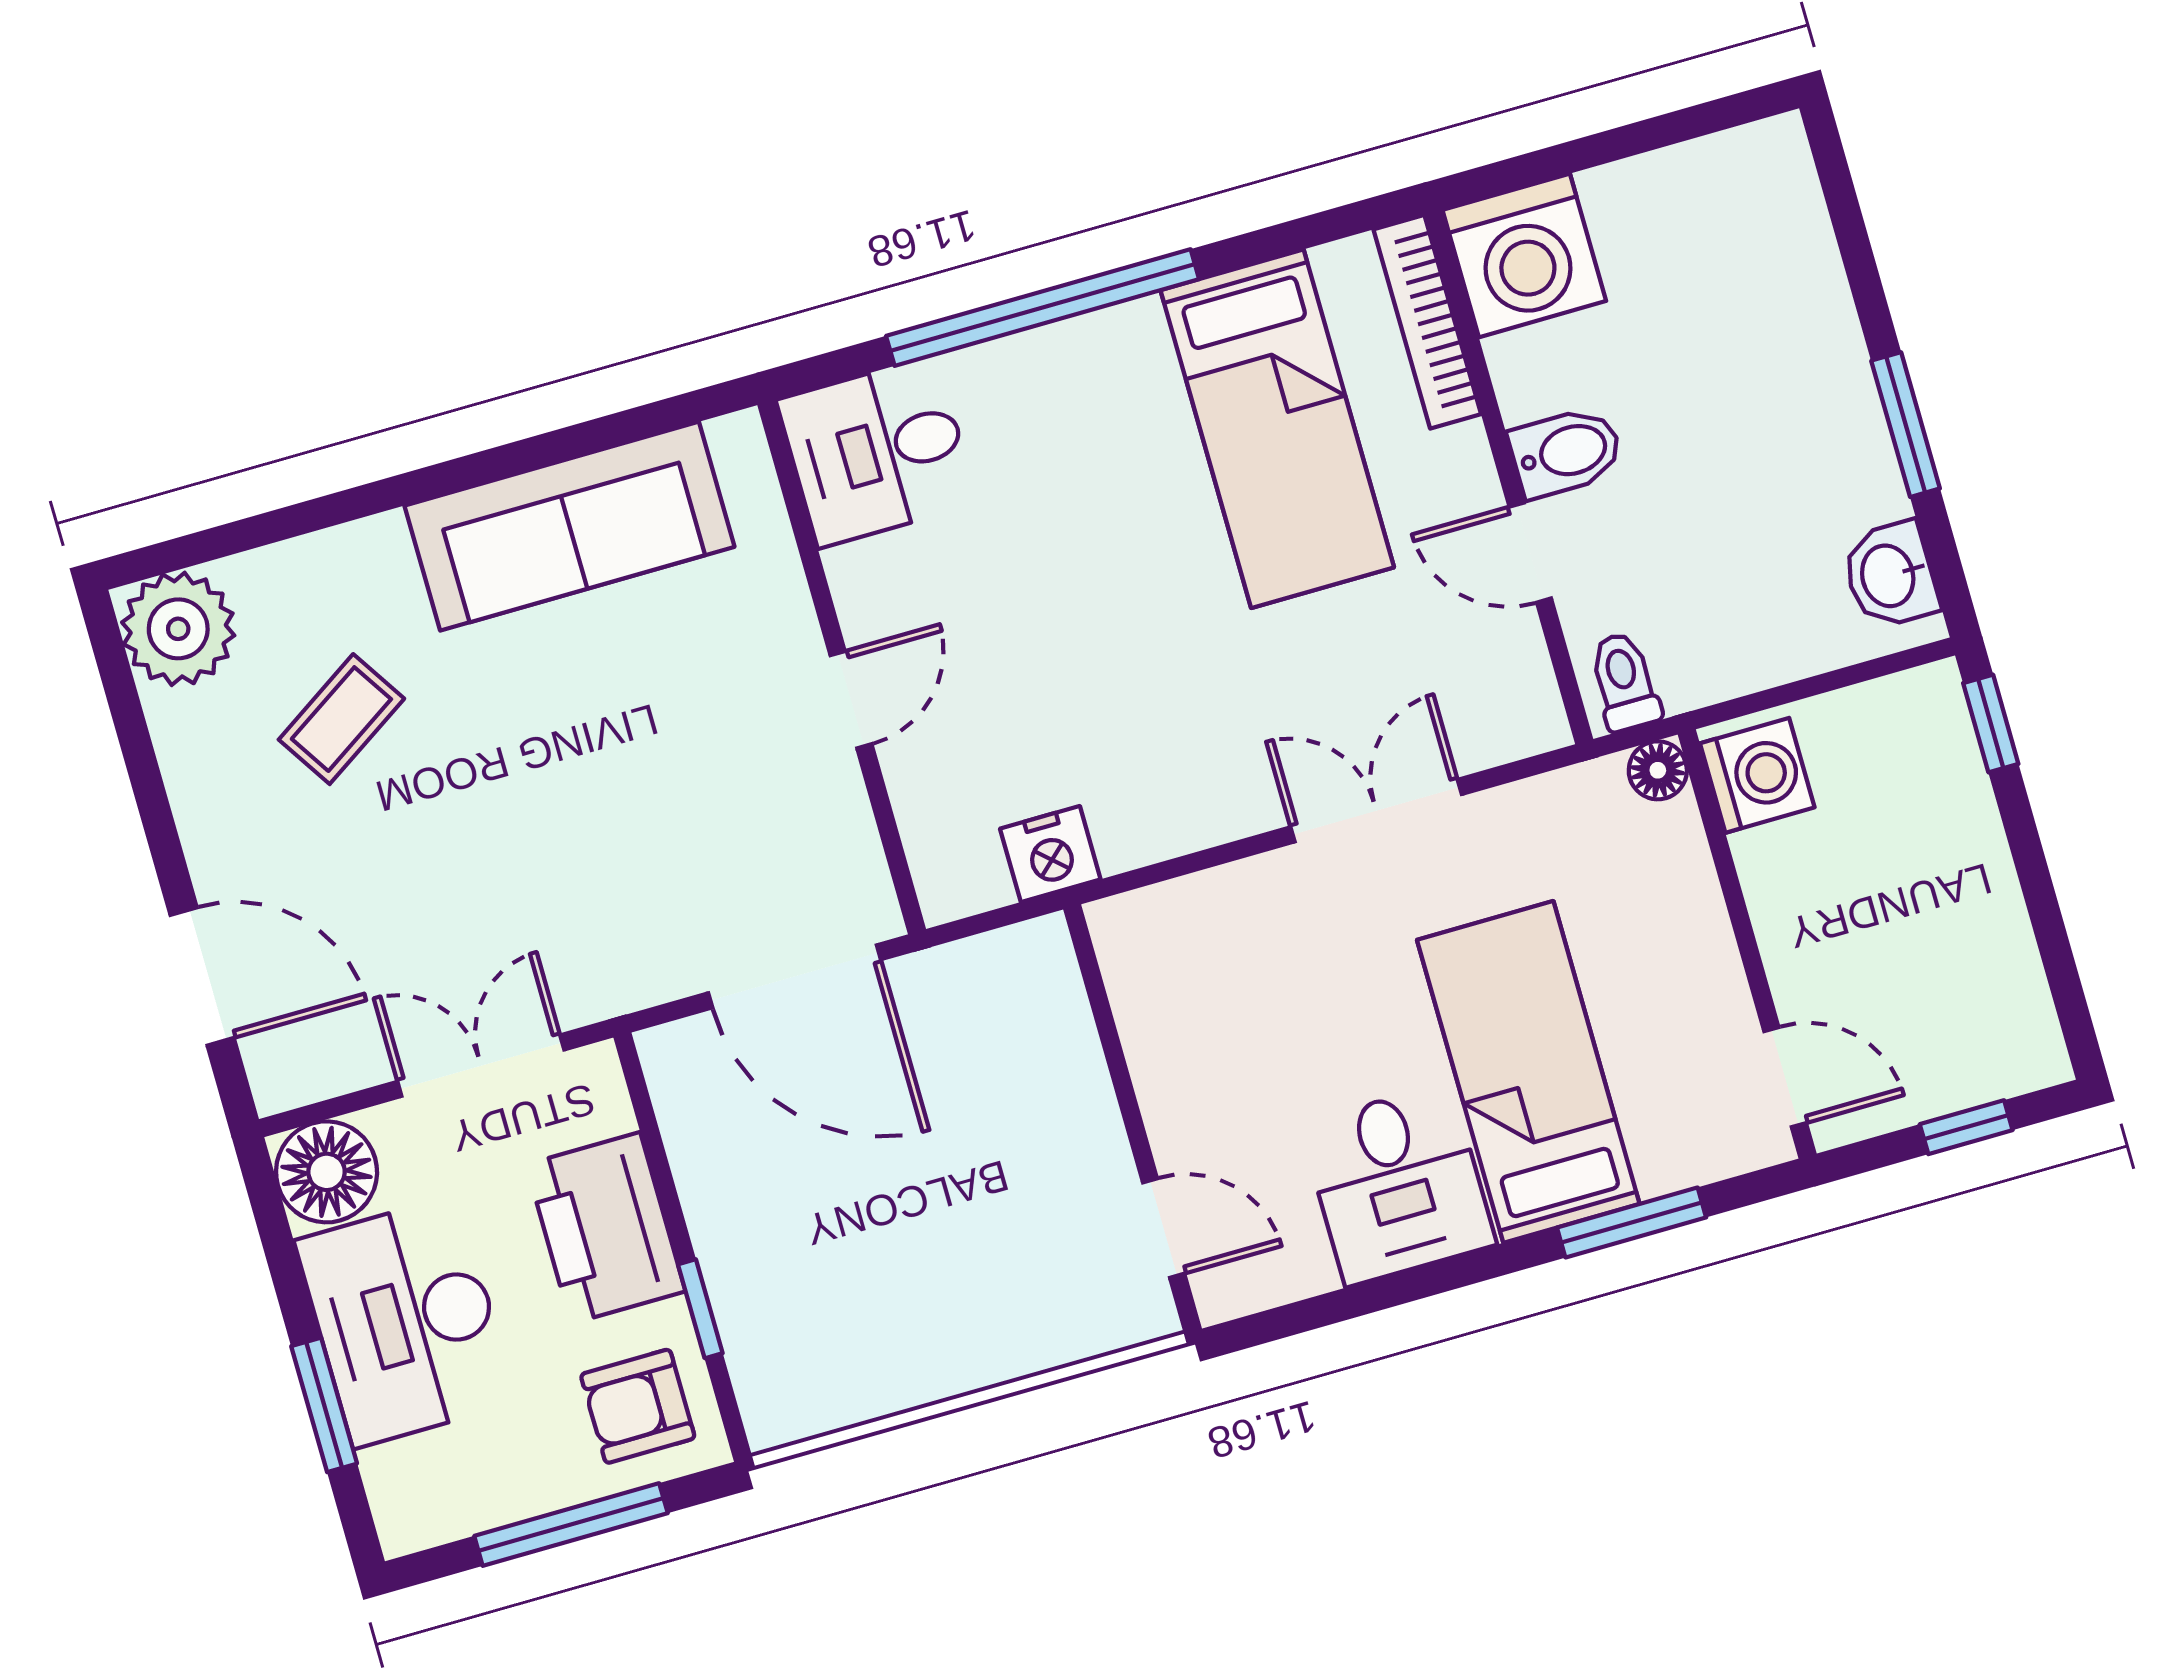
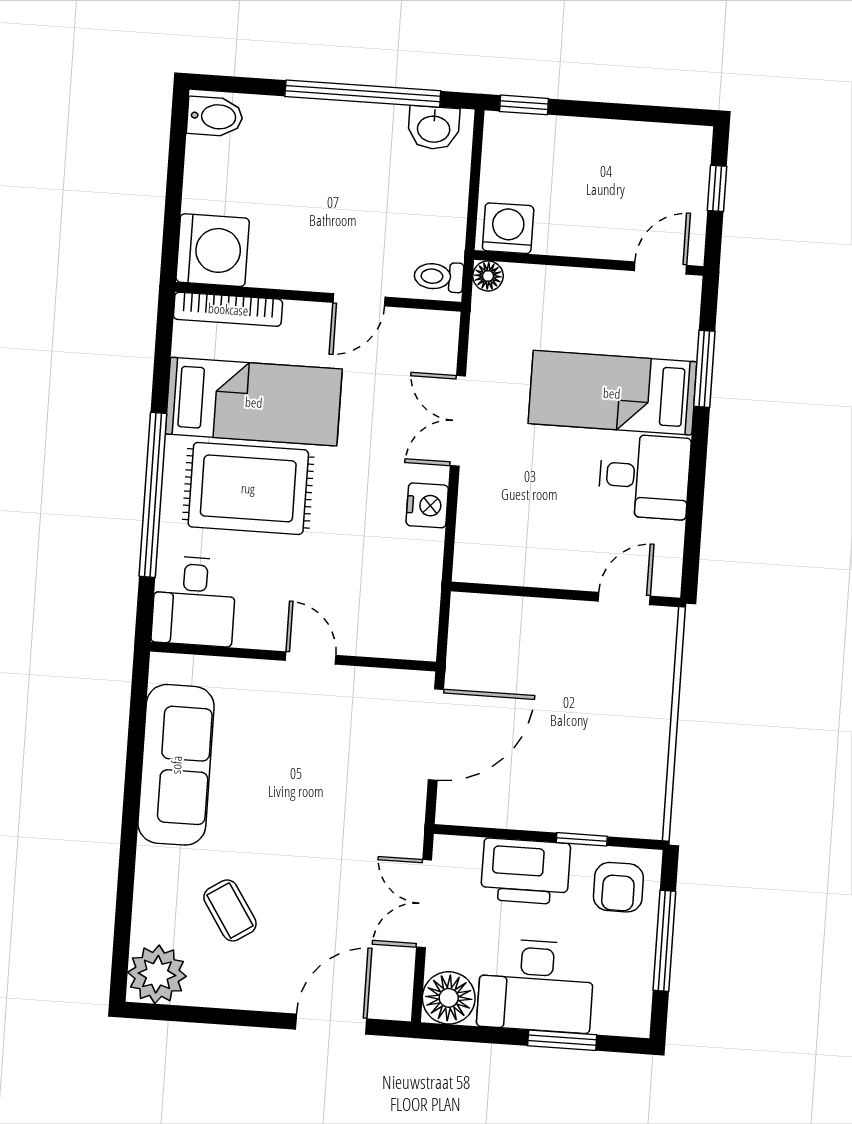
window: (1906, 425) -> (363, 94), width x2.11
bidet: (1566, 452) -> (215, 117), moved, turned 90
rug: (1117, 476) -> (248, 488), added
nightstand: (1050, 854) -> (427, 505), moved

